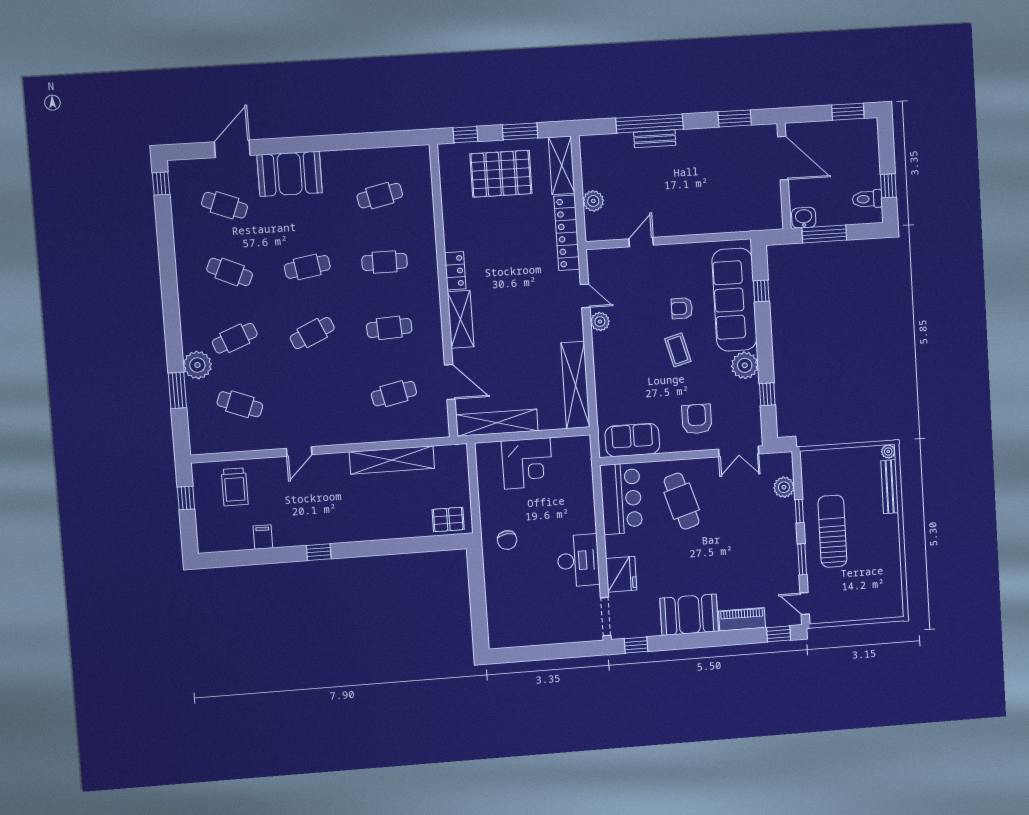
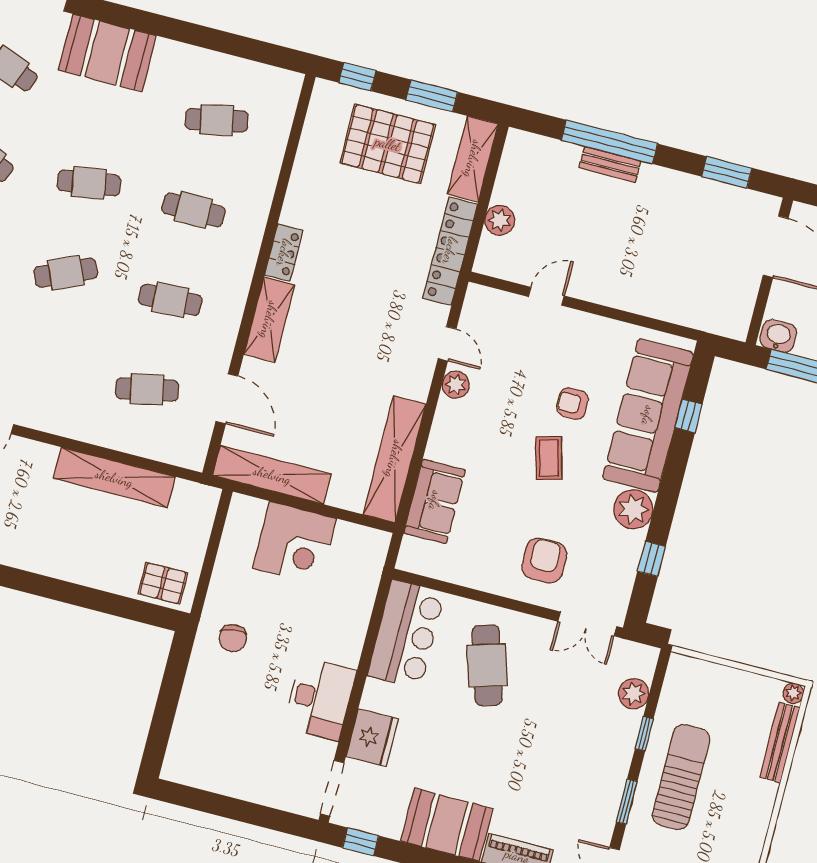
sofa: (632, 440) -> (435, 501), moved, turned 90

